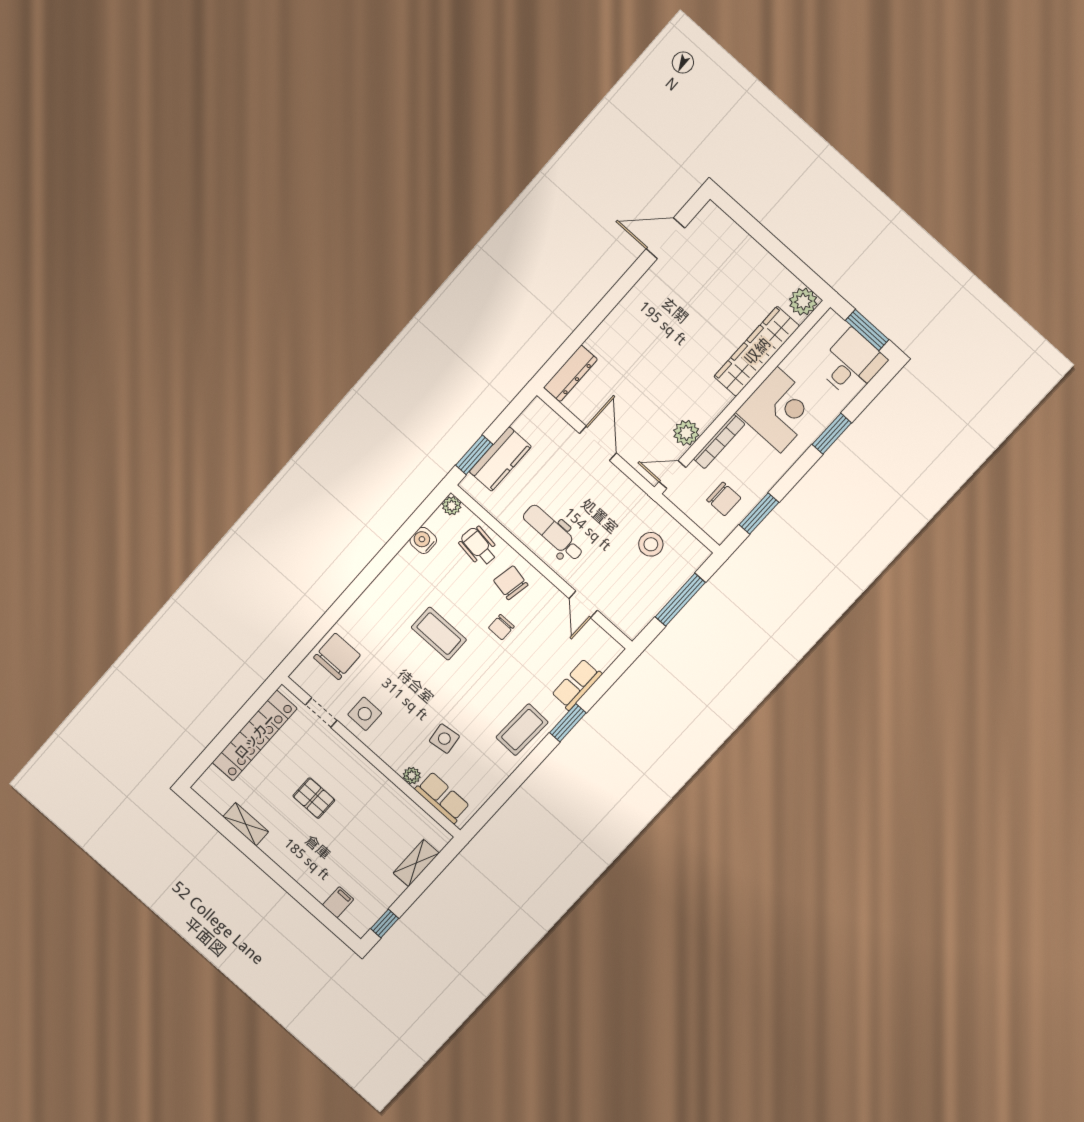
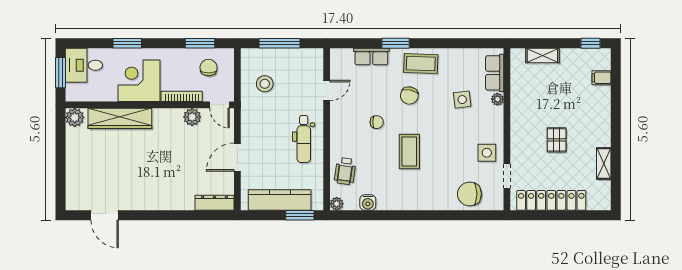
kitchen counter: (500, 459) -> (280, 200), width x1.50
chair: (511, 583) -> (409, 96), moved

